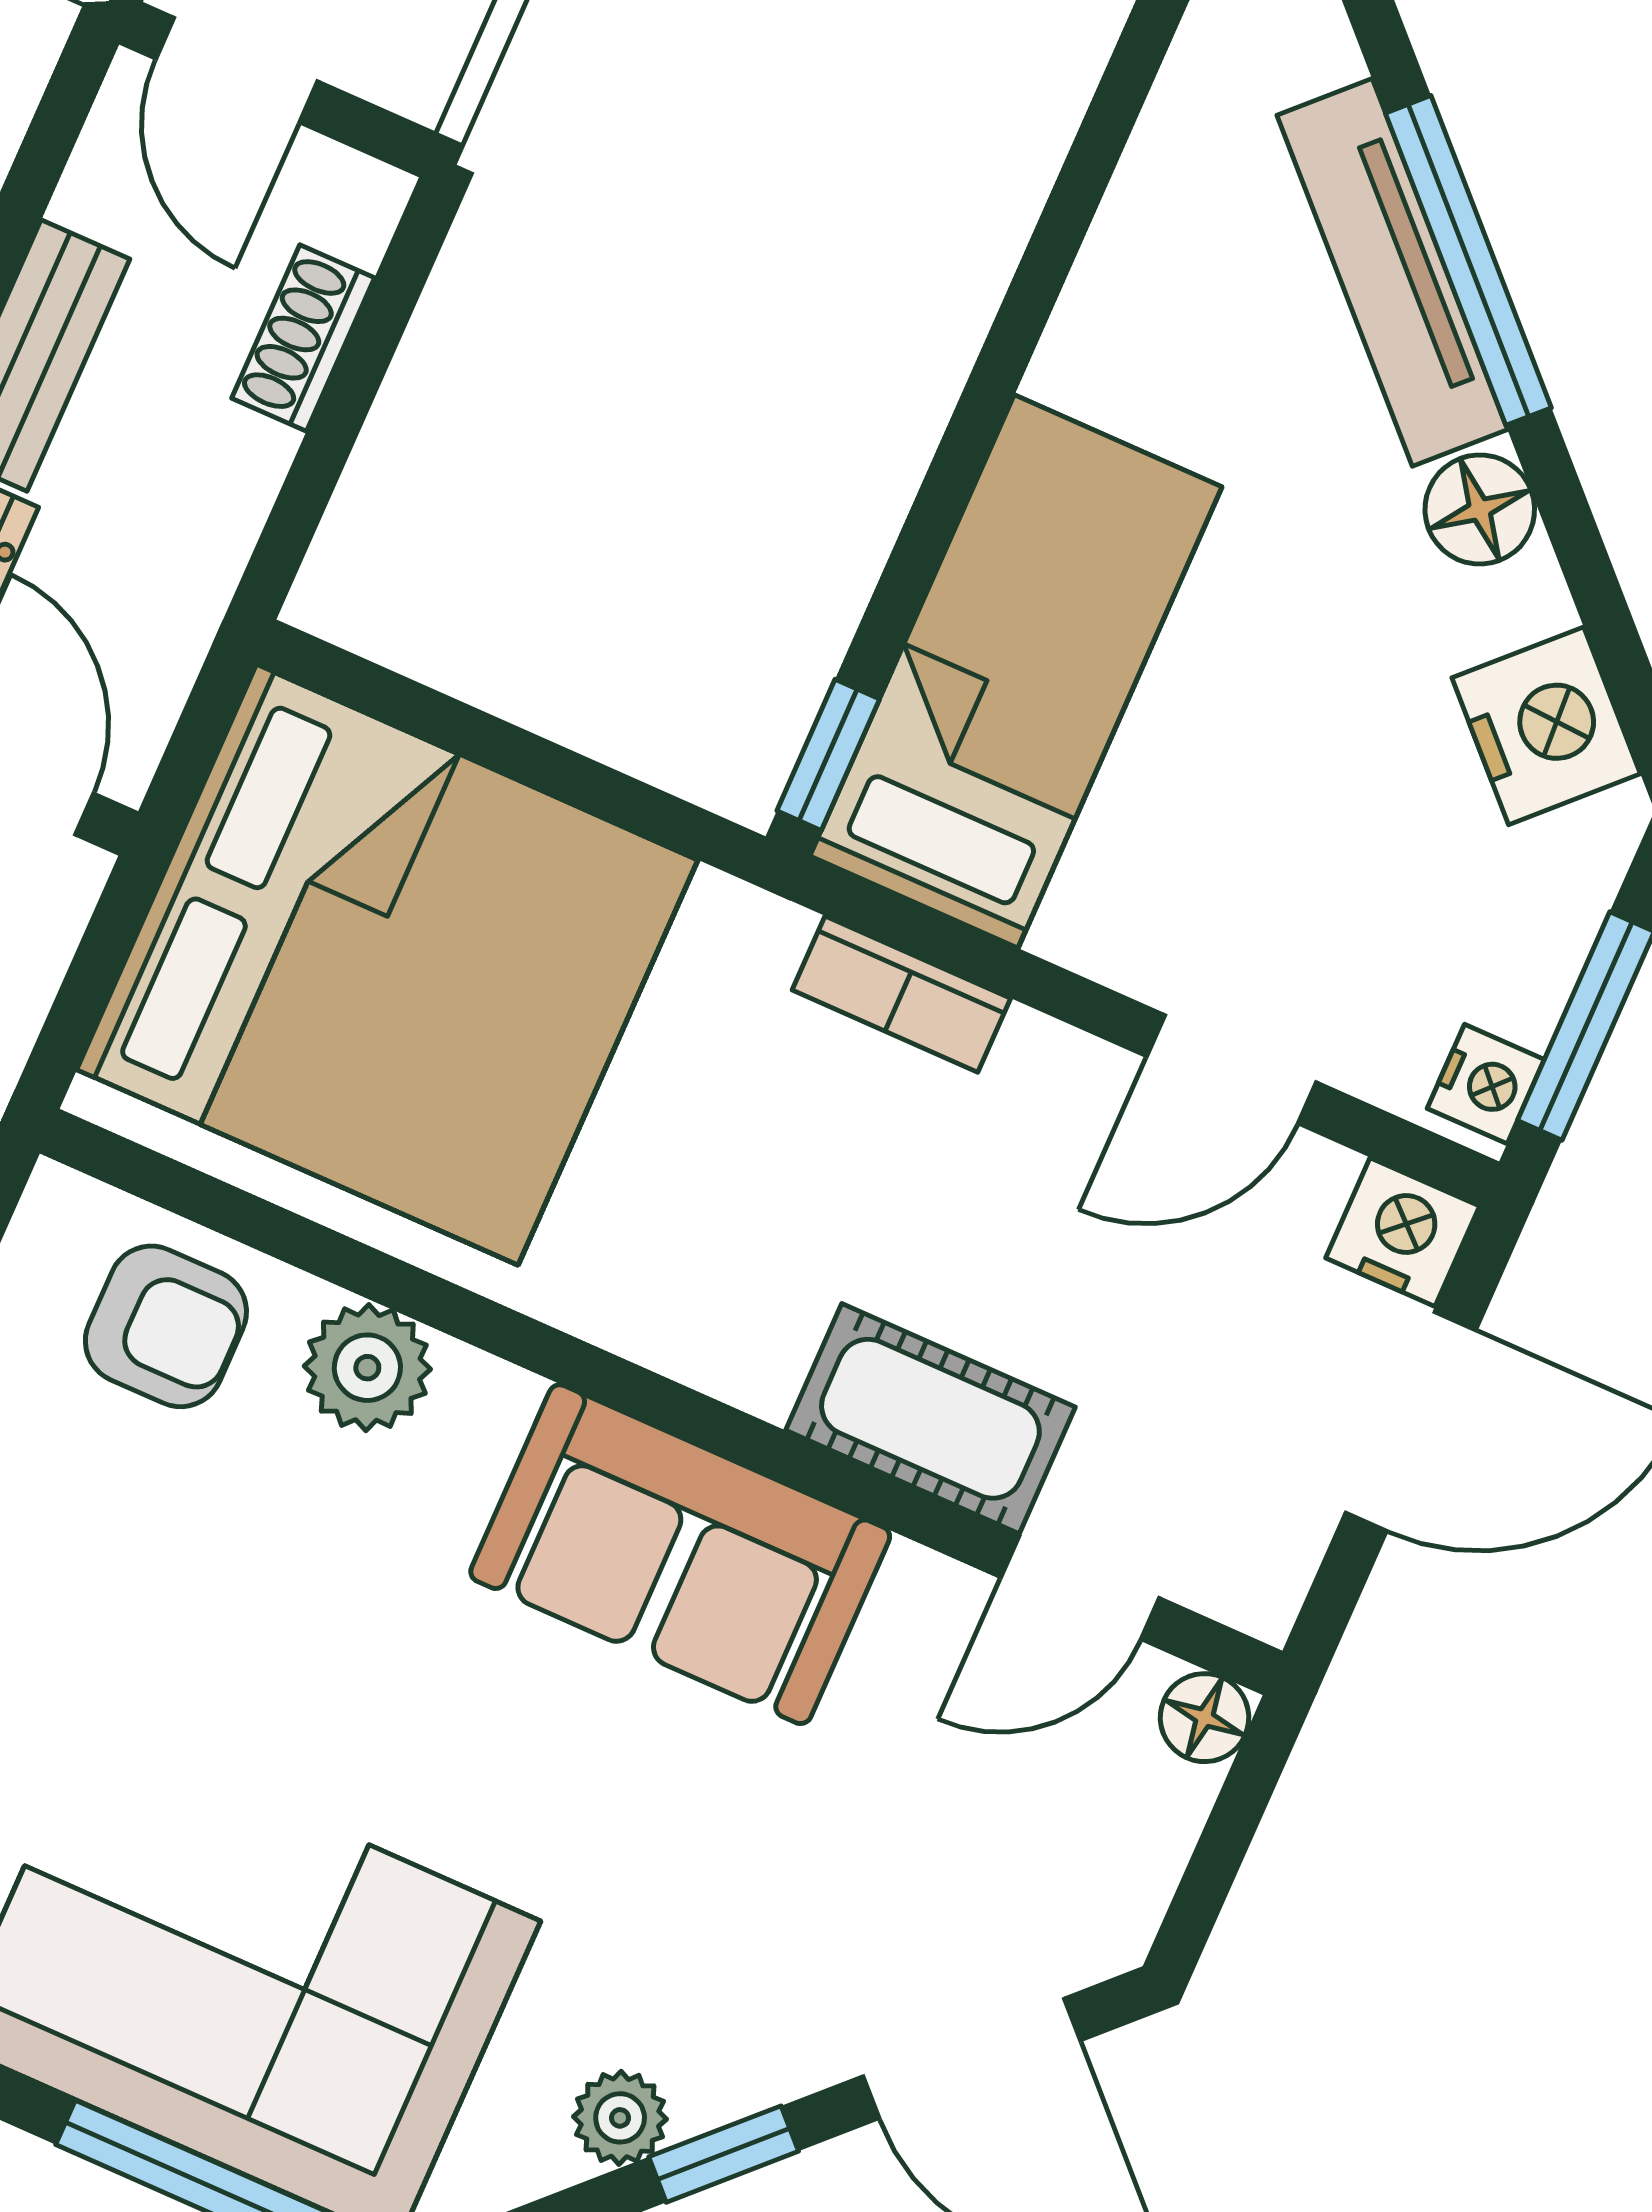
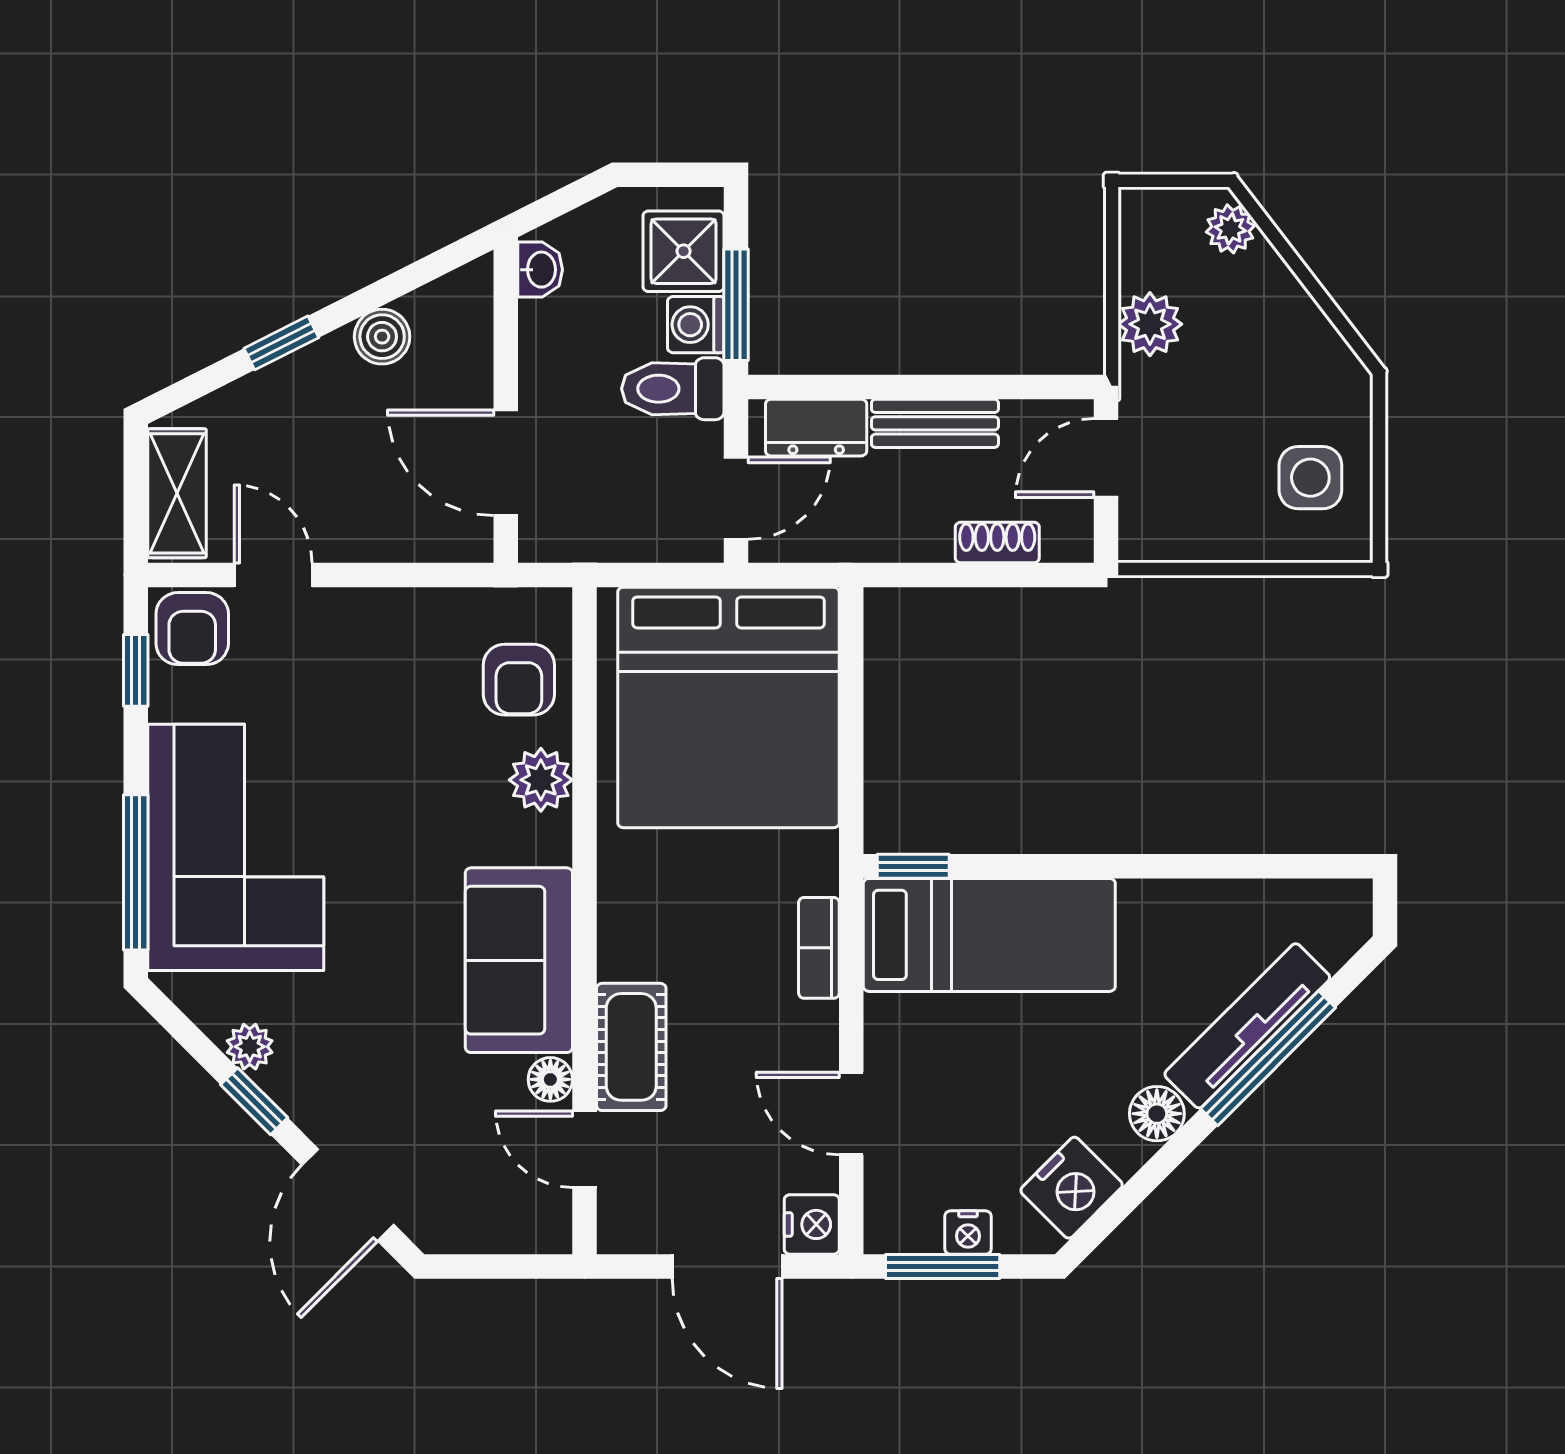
nightstand: (1486, 1084) -> (968, 1233), moved
floor lamp: (1205, 1718) -> (550, 1079), moved

